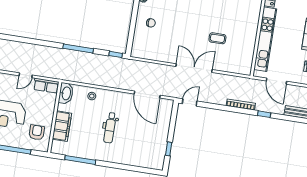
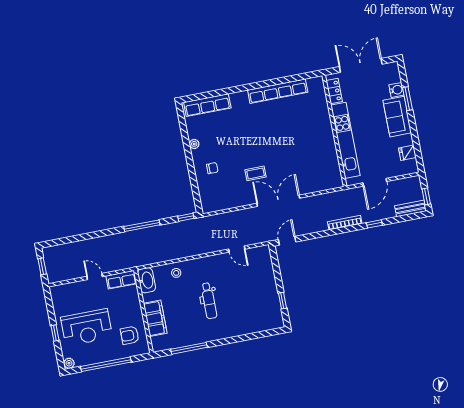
coffee table: (217, 38) -> (256, 173), moved
door: (26, 75) -> (95, 276), swing flipped
door: (276, 81) -> (375, 182), hinge flipped
door: (147, 95) -> (237, 249), width x0.53
armchair: (37, 132) -> (130, 335), turned -90

